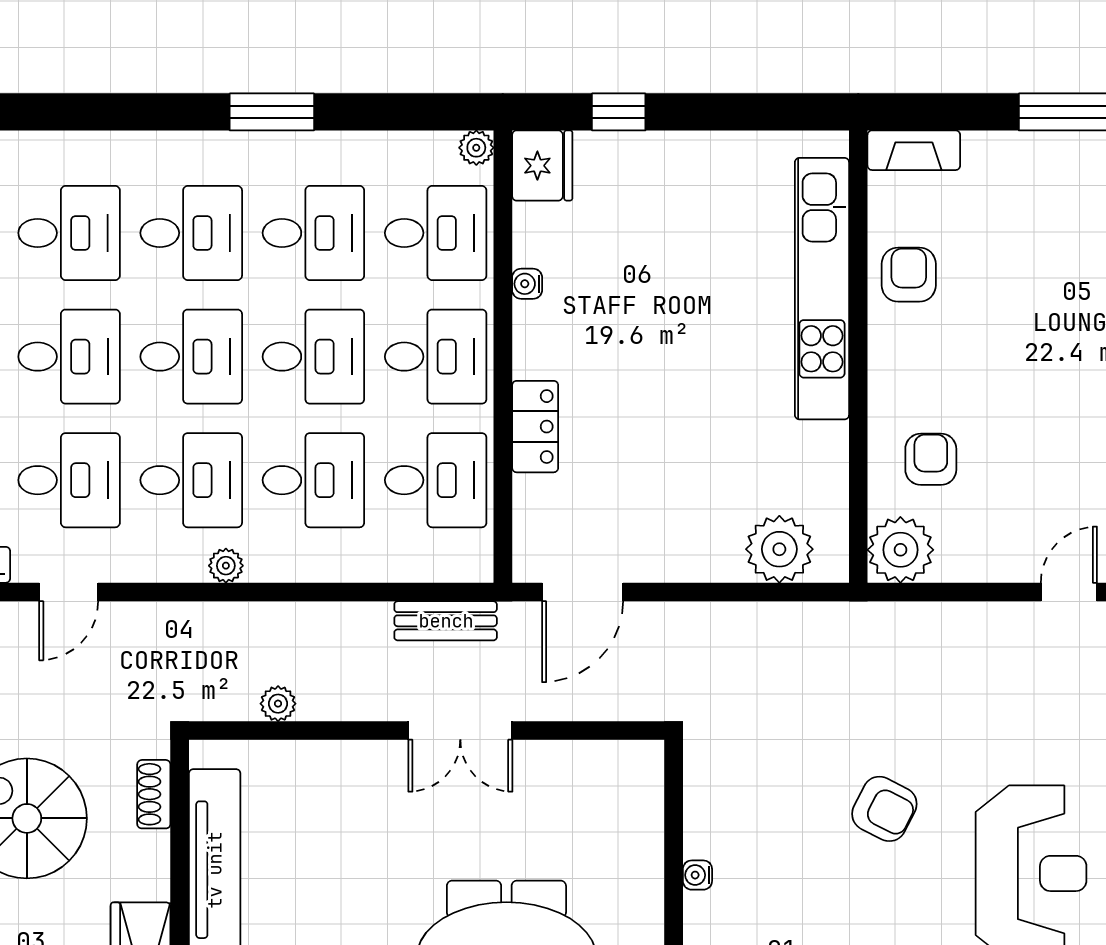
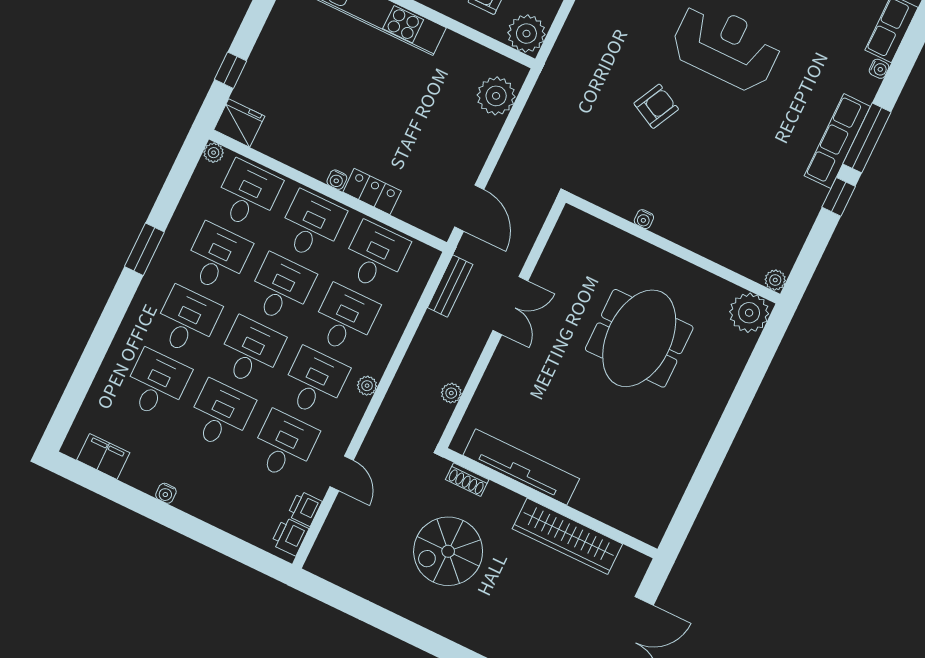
water cooler: (527, 284) -> (337, 180), moved

